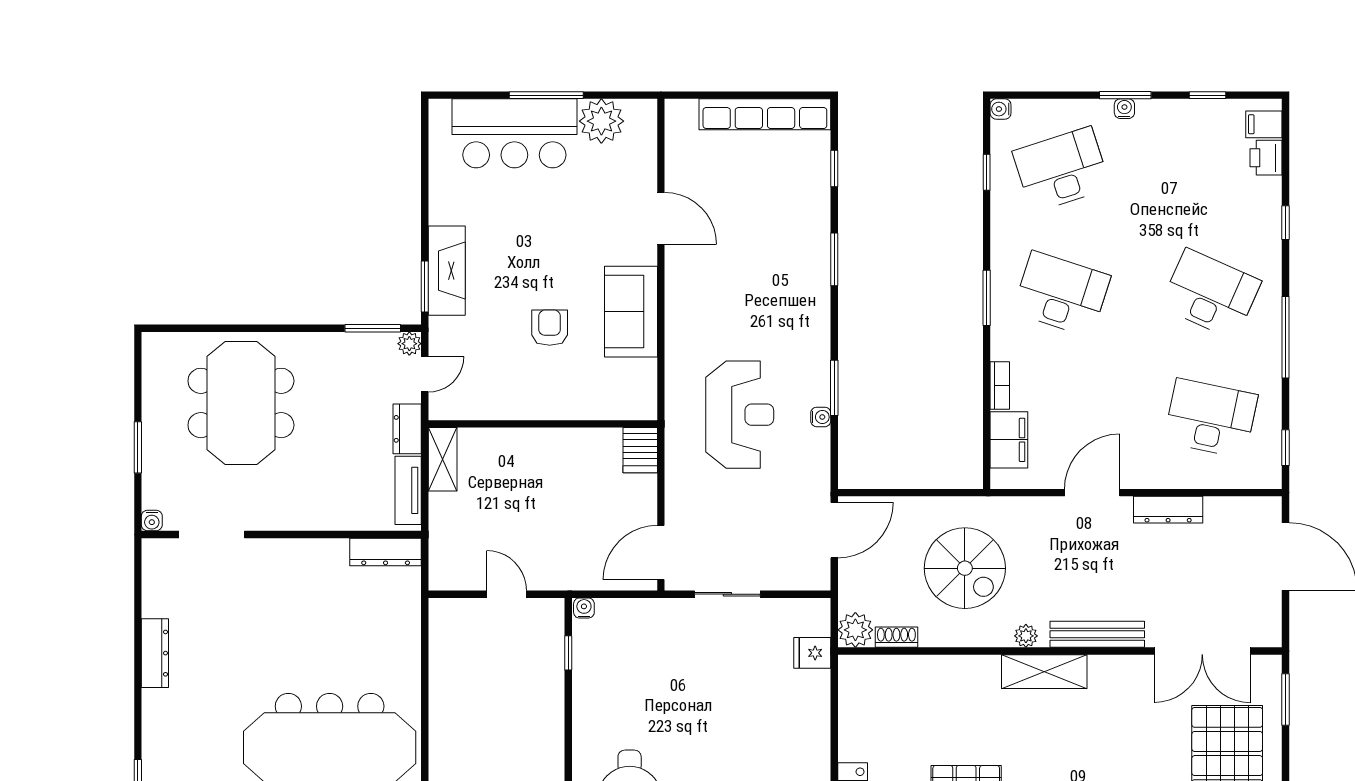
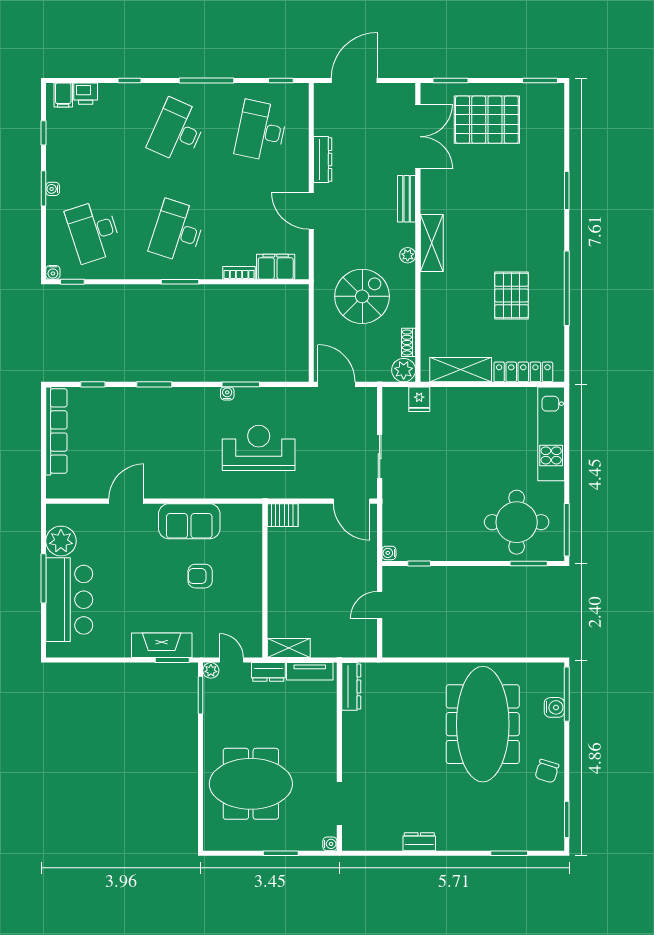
window: (987, 172) -> (72, 282), moved
water cooler: (821, 417) -> (227, 393), moved
bench: (1097, 634) -> (407, 199), width x0.73
dresser: (155, 653) -> (419, 842), width x0.70
shelving: (856, 715) -> (461, 370), added

